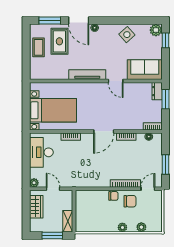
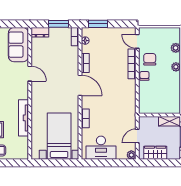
tv unit: (87, 75) -> (24, 118), moved
door: (116, 81) -> (30, 74), hinge flipped
window: (165, 99) -> (59, 24), moved
window: (165, 165) -> (98, 24), moved

